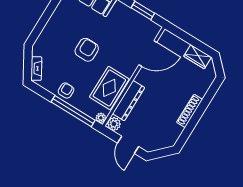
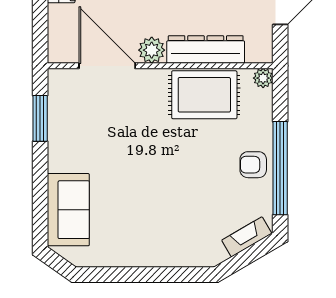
armchair: (87, 50) -> (164, 172), removed
window: (73, 111) -> (280, 168), moved
plant: (114, 124) -> (152, 50), moved

